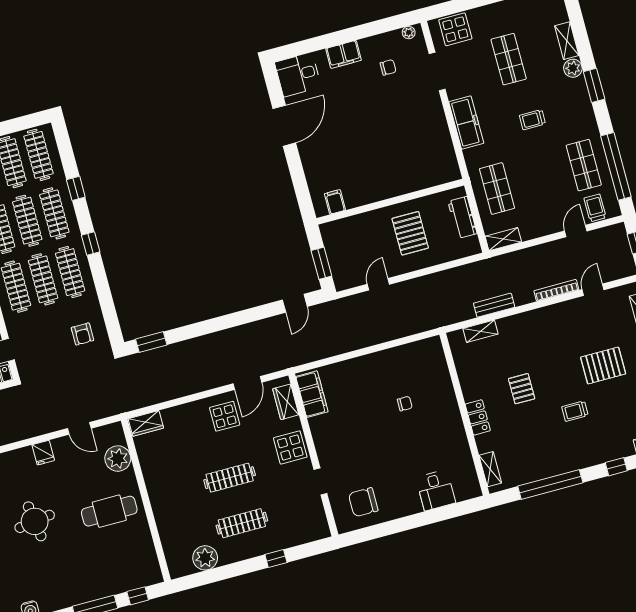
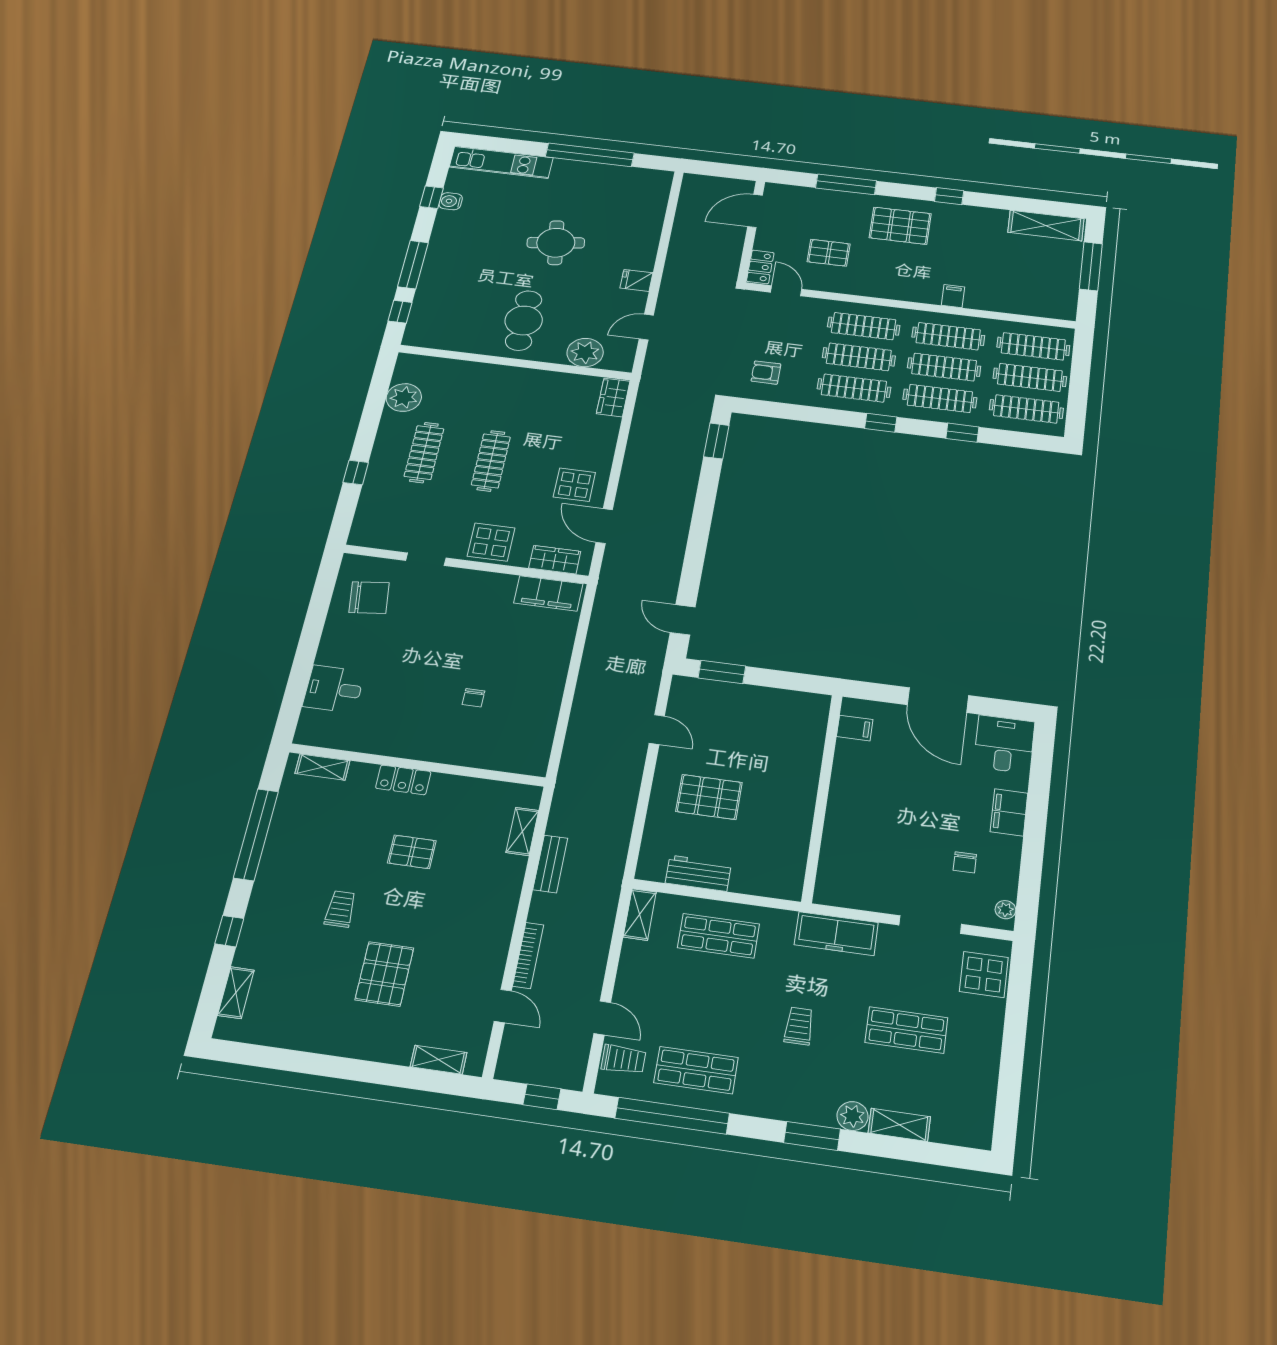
filing cabinet: (335, 202) -> (855, 728), moved
wall: (390, 202) -> (822, 797), moved
chair: (363, 502) -> (369, 598), turned 83

